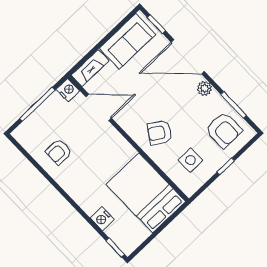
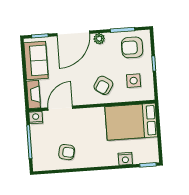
armchair: (224, 130) -> (132, 47), turned 180
armchair: (59, 152) -> (67, 152), turned -78

